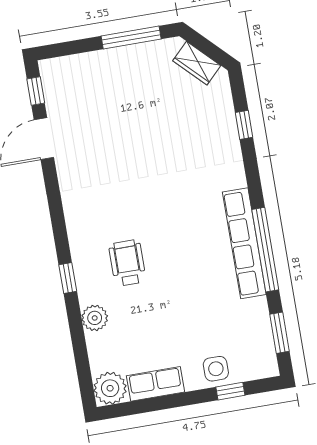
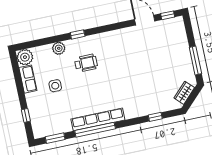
side table: (216, 369) -> (55, 86), moved

